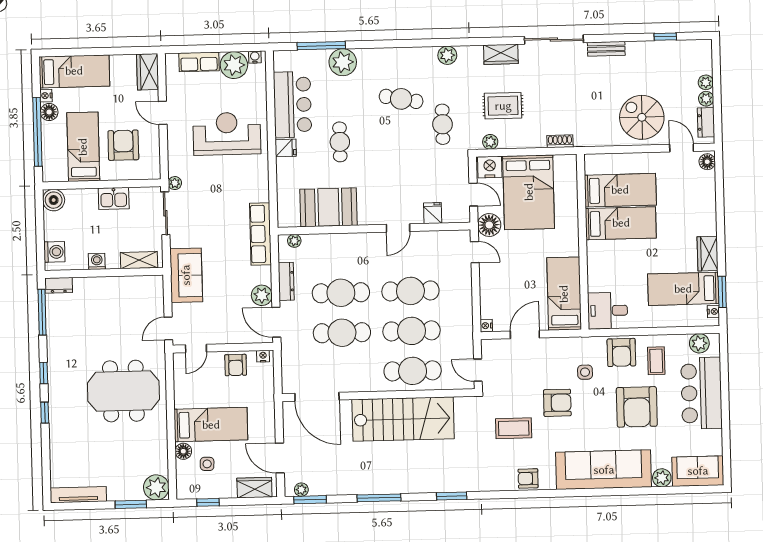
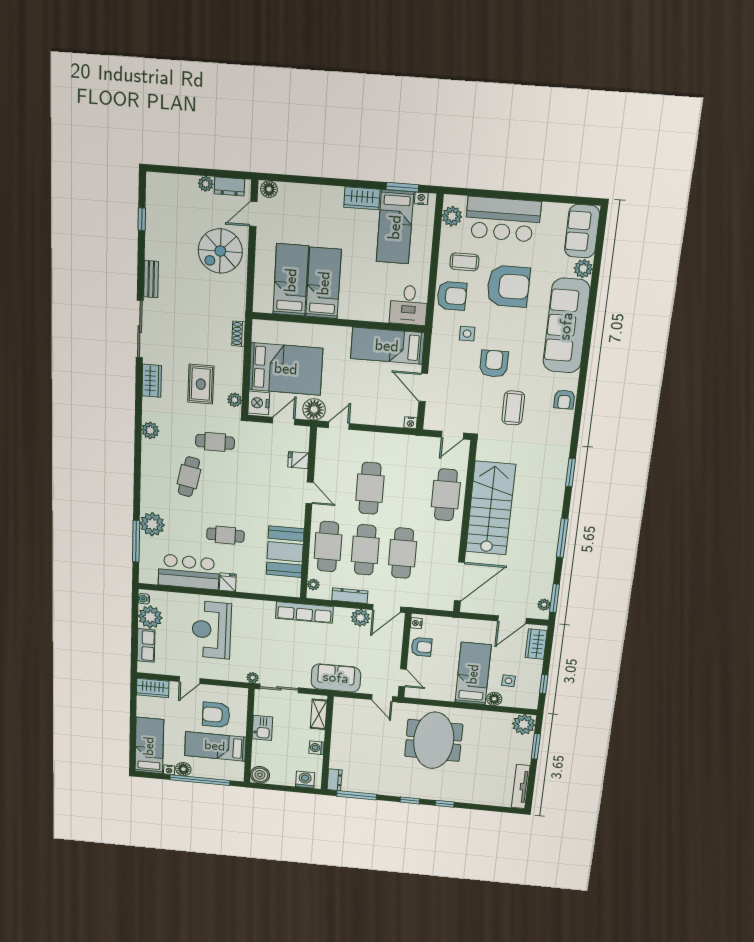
plant: (706, 82) -> (189, 182), removed
cafe table: (412, 331) -> (328, 547), moved

